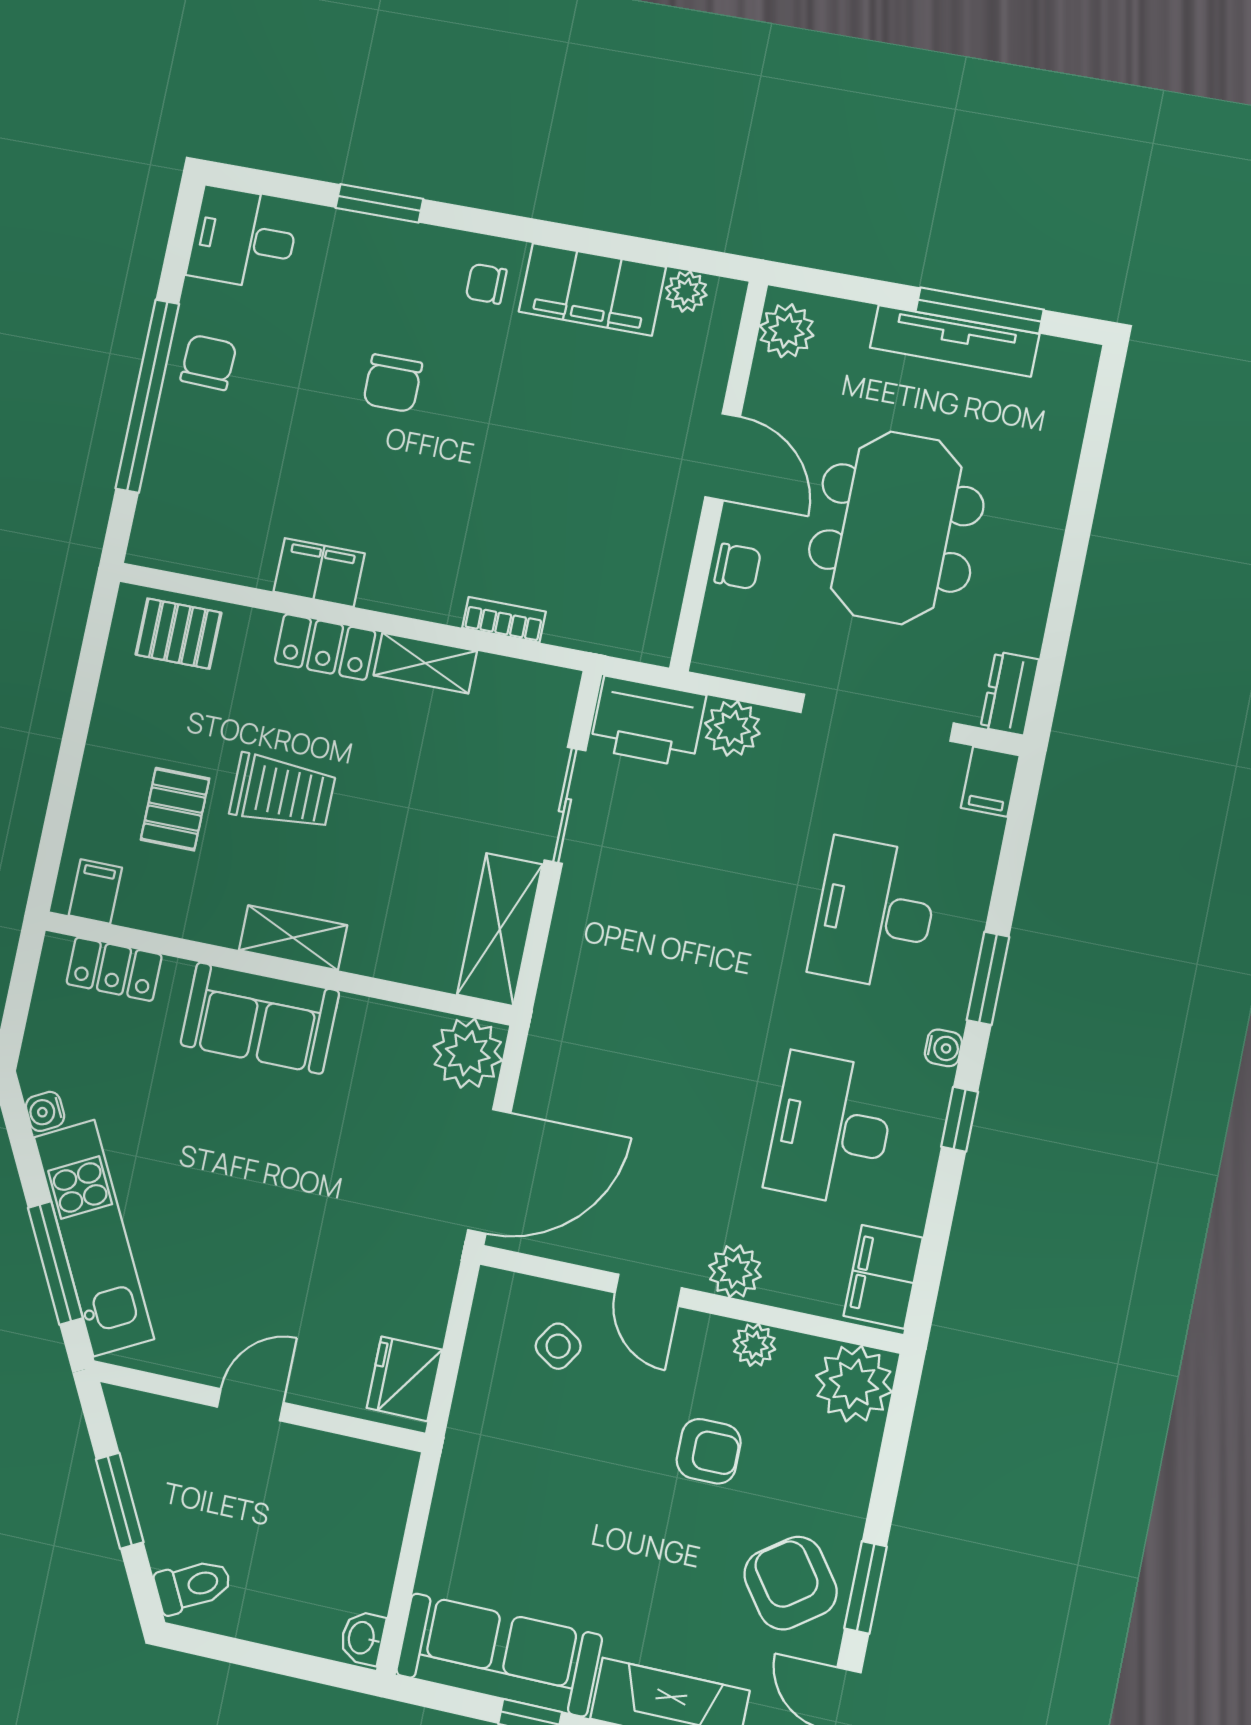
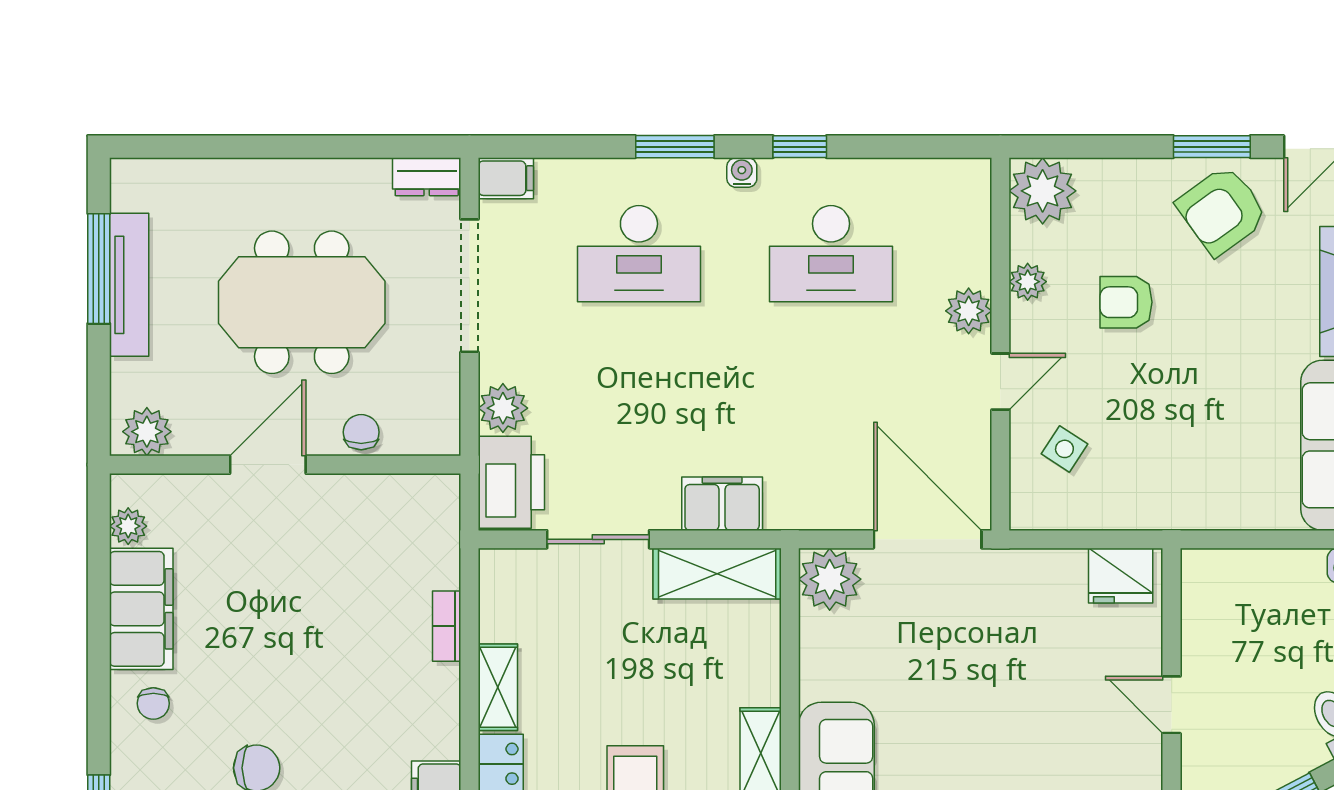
filing cabinet: (883, 1277) -> (722, 504), moved, turned 180
armchair: (709, 1451) -> (1126, 302), turned -90

